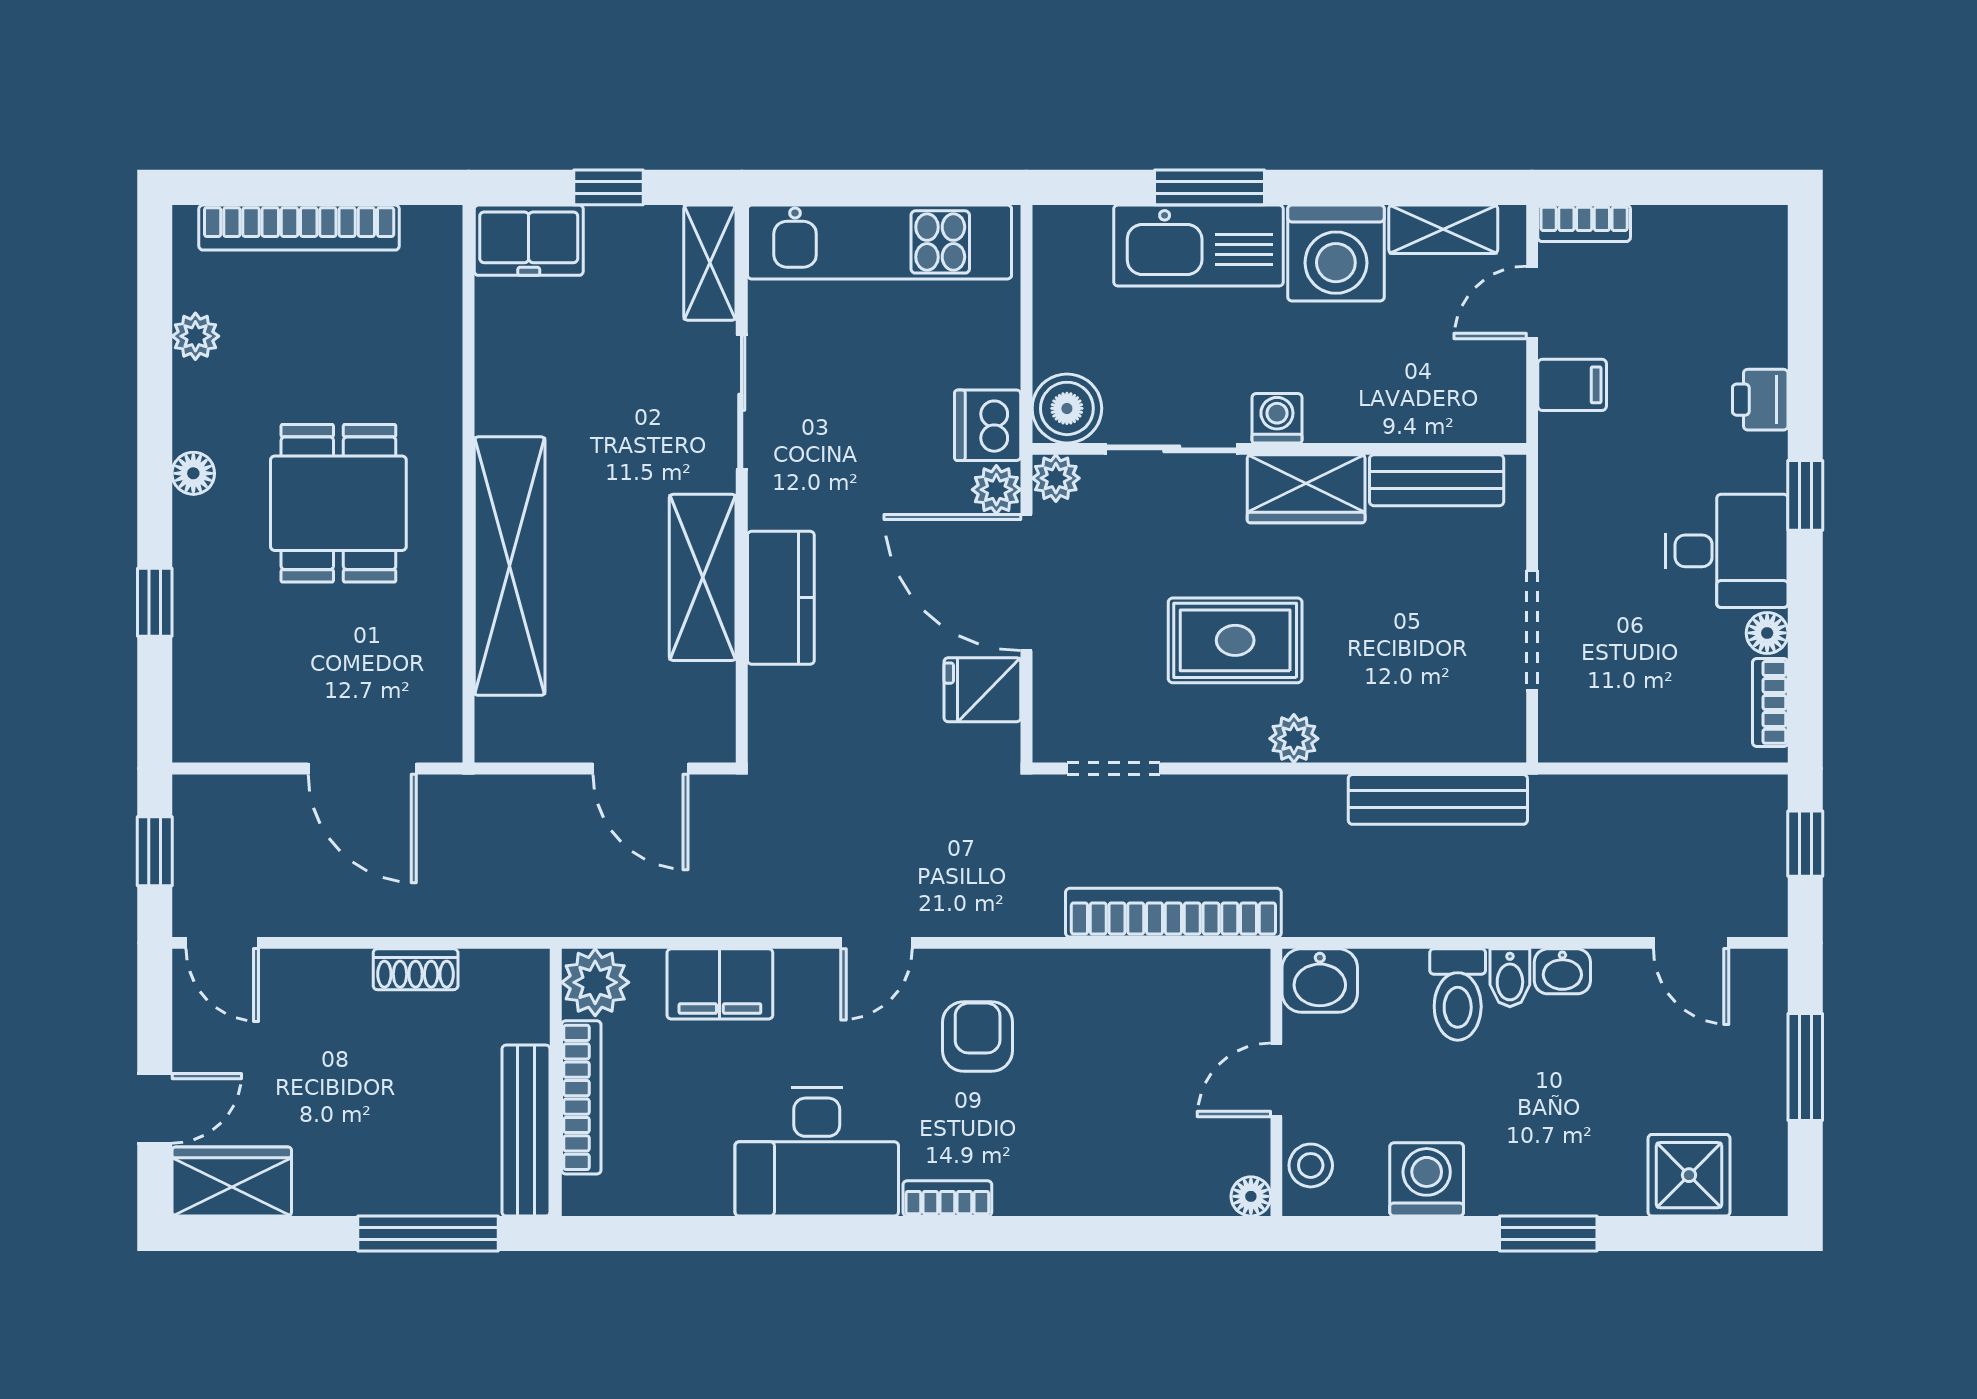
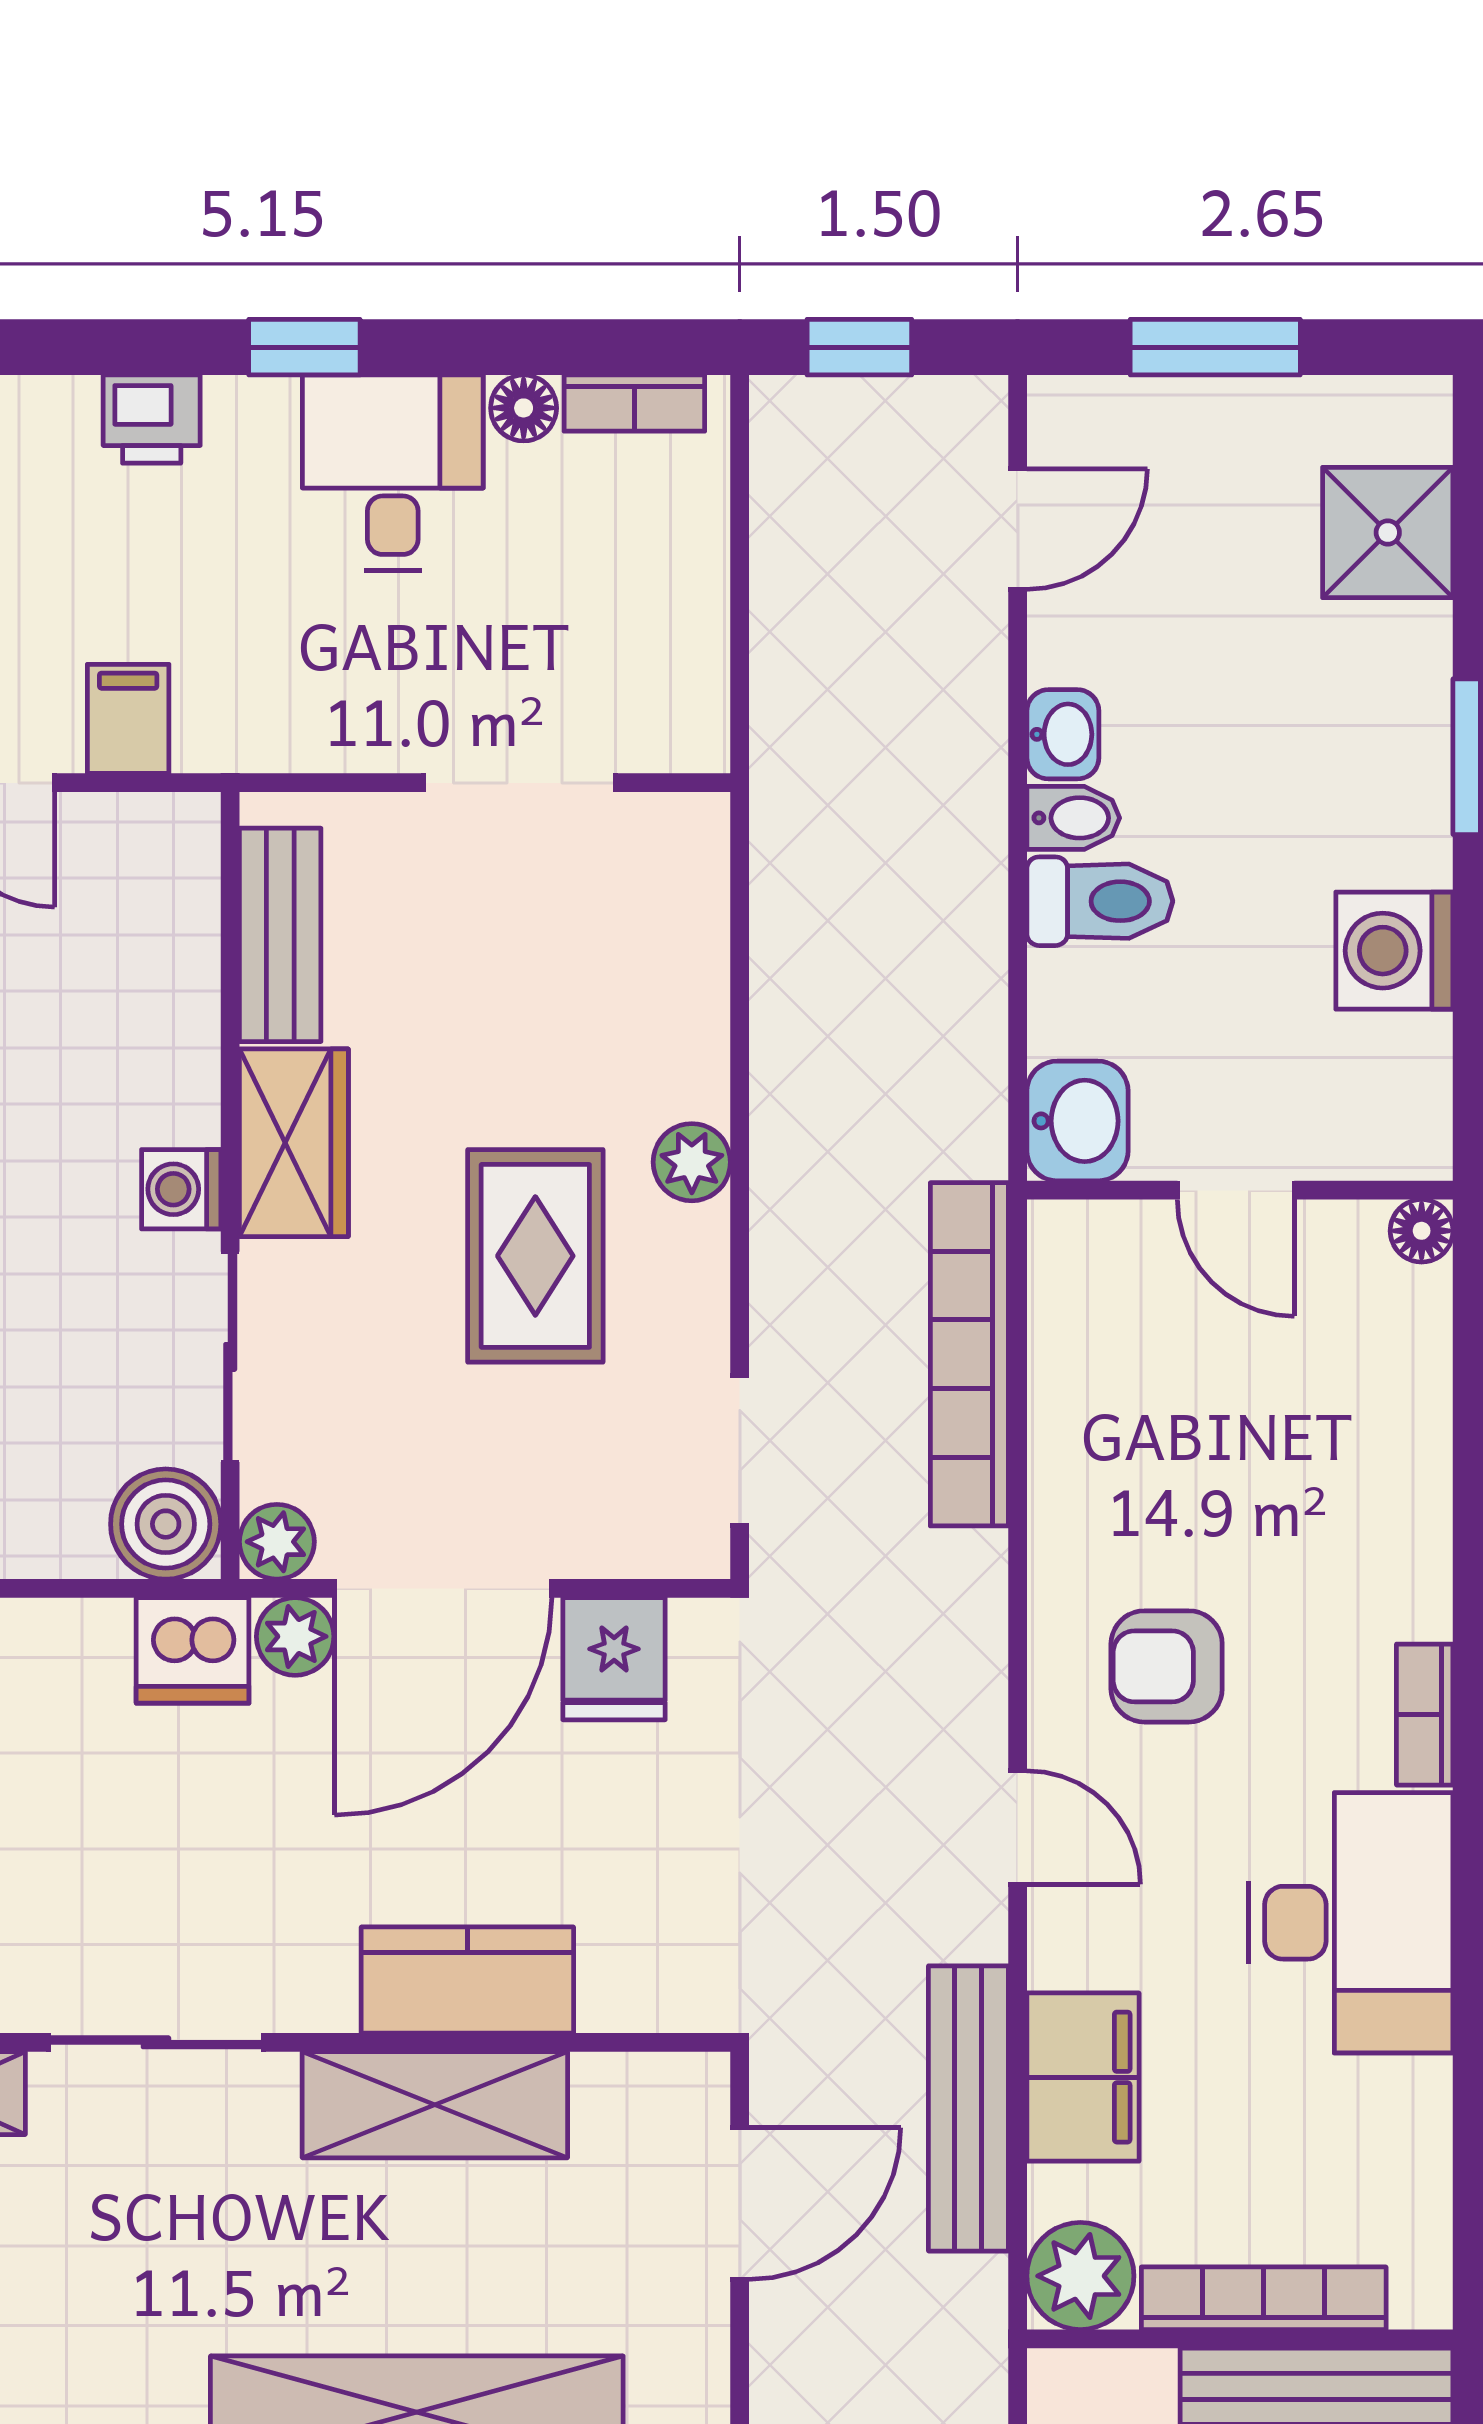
bench: (1438, 799) -> (968, 2108), moved
stool: (1311, 1165) -> (1372, 1135), removed

